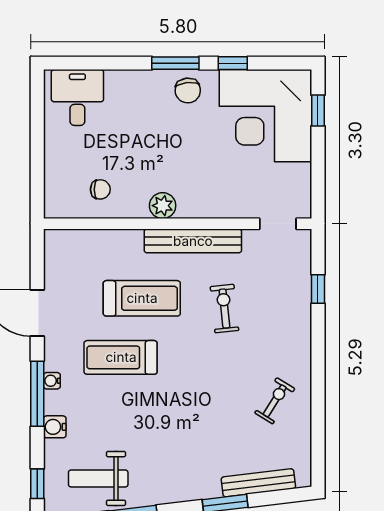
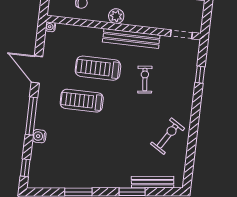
treadmill: (142, 298) -> (98, 68), turned 180
water cooler: (52, 381) -> (50, 27), moved
exercise bike: (275, 401) -> (168, 136), width x1.38, depth x1.39
weight bench: (98, 478) -> (61, 169), removed

